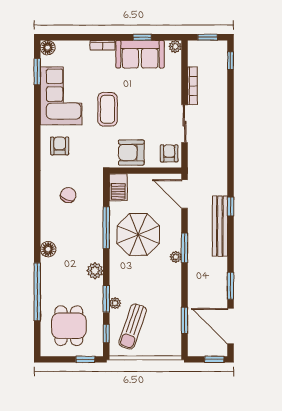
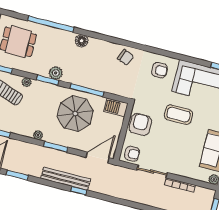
chair: (68, 195) -> (125, 57), moved
plant: (176, 257) -> (38, 135), moved
window: (106, 299) -> (48, 80), moved

